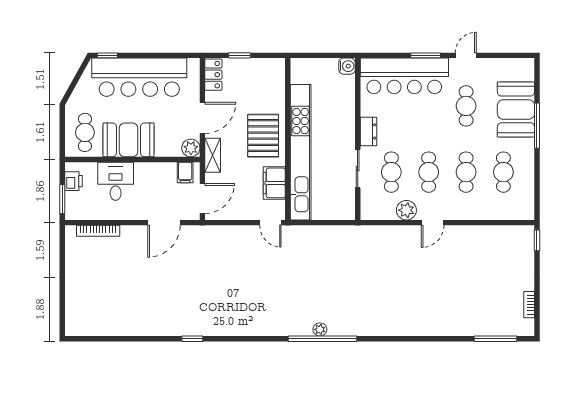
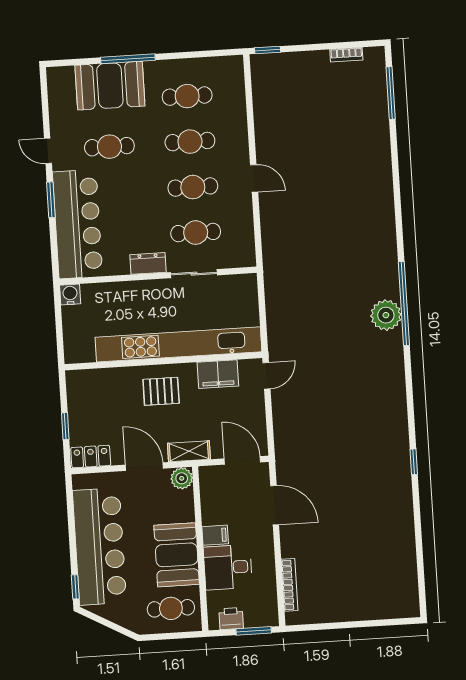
pallet: (263, 136) -> (161, 391), width x0.67, depth x0.71
filing cabinet: (185, 172) -> (215, 535), moved
plant: (406, 210) -> (241, 211), removed
plant: (320, 329) -> (386, 315), width x1.88, depth x1.88

